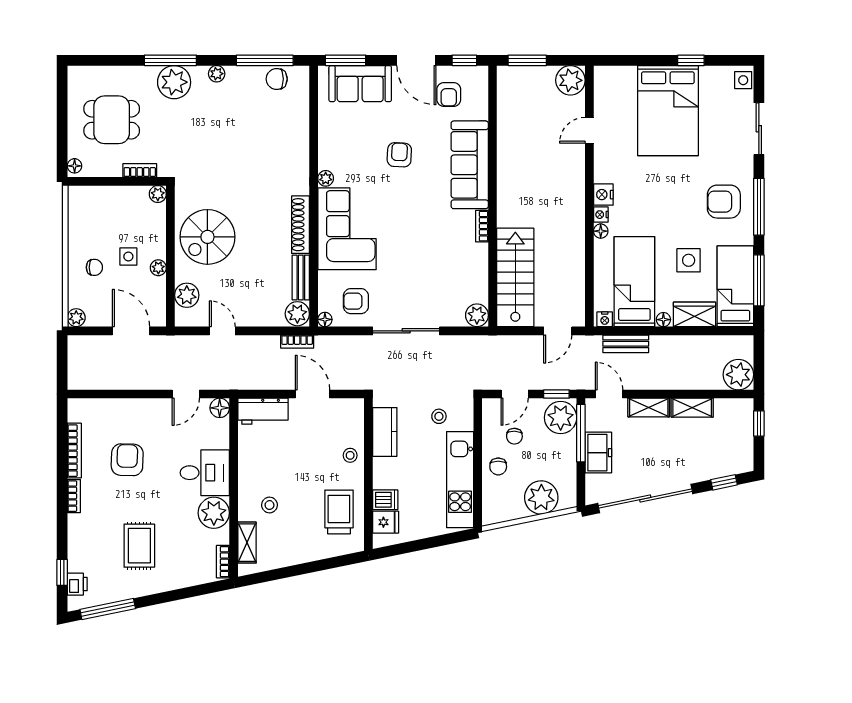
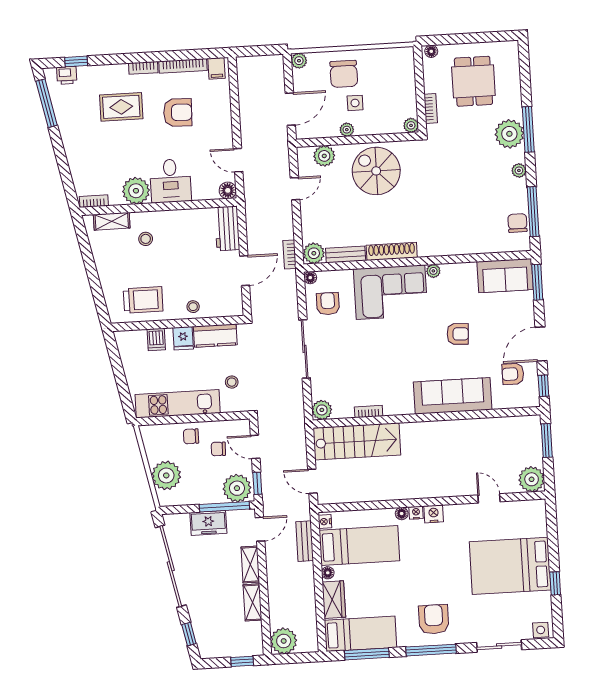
sofa: (360, 84) -> (505, 276), moved, turned -90
bookcase: (482, 226) -> (369, 412), moved
side table: (689, 260) -> (381, 592), removed
chair: (94, 267) -> (344, 74), width x1.87, depth x1.87
filing cabinet: (79, 412) -> (217, 68), added
fridge: (386, 522) -> (183, 338), moved
rug: (139, 546) -> (121, 107), moved

